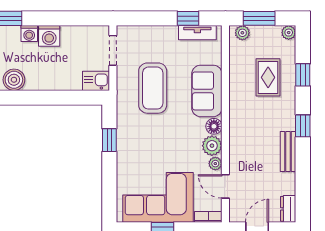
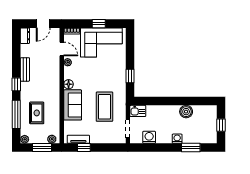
washing machine: (49, 36) -> (149, 137), moved
window: (303, 75) -> (16, 114), width x2.17
plant: (212, 146) -> (70, 73), removed

